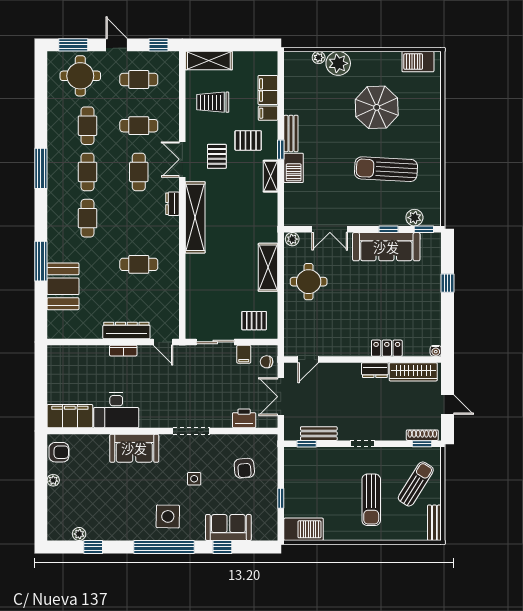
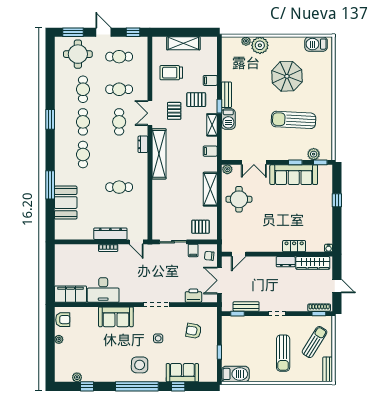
shelving: (209, 61) -> (183, 43), moved
filing cabinet: (268, 90) -> (210, 151), moved, width x0.50
window: (41, 168) -> (50, 119), width x0.69
armchair: (244, 468) -> (194, 331), turned 105

